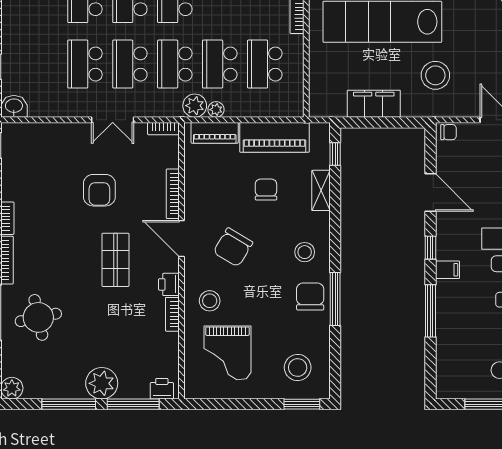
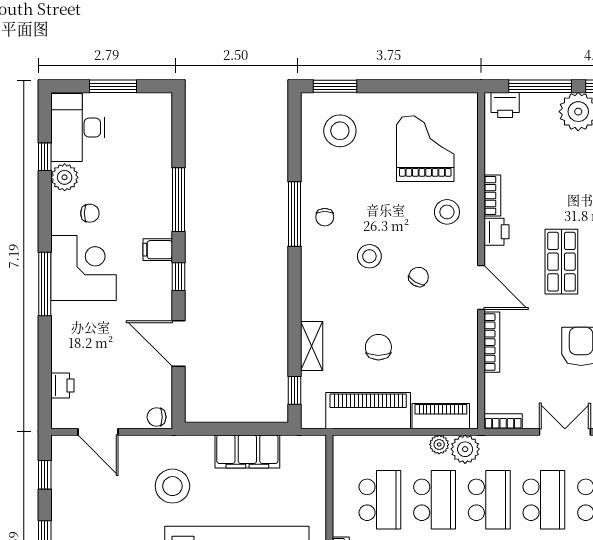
chair: (266, 190) -> (378, 347), turned 180
chair: (233, 247) -> (419, 277), width x0.54, depth x0.54
stool: (305, 252) -> (369, 256), moved
chair: (310, 296) -> (325, 217), width x0.54, depth x0.54

